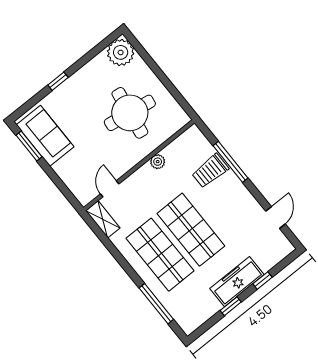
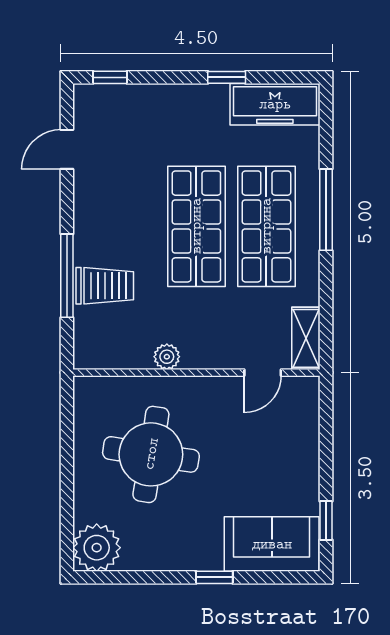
sofa: (45, 136) -> (272, 544), moved, turned 90
window: (29, 146) -> (326, 520), width x0.67
window: (262, 281) -> (110, 77), moved
freezer: (237, 282) -> (275, 104), moved
window: (156, 304) -> (326, 210), moved

